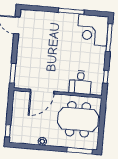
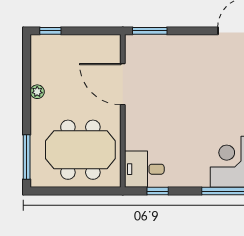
desk: (80, 82) -> (144, 169), moved
meeting table: (78, 119) -> (80, 150), turned 90

